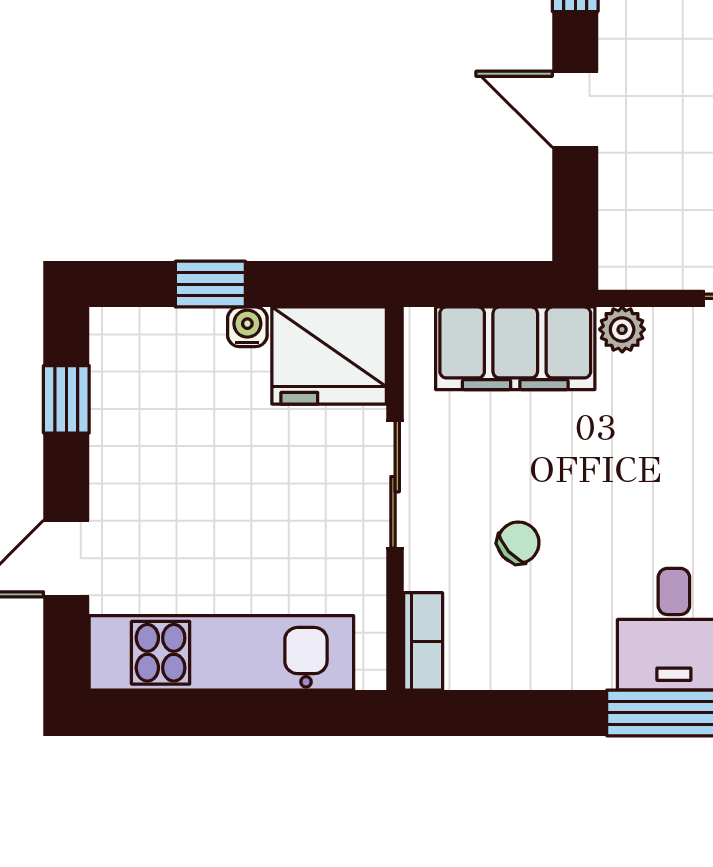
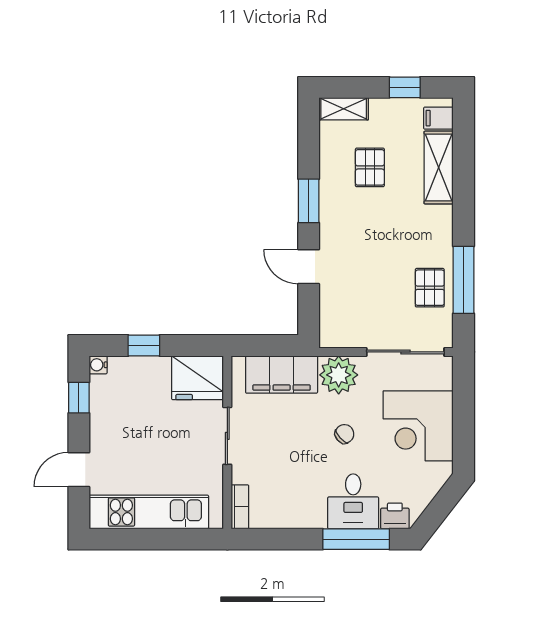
water cooler: (247, 327) -> (98, 365), moved, turned -90
plant: (622, 329) -> (339, 375), width x1.88, depth x1.88
chair: (518, 543) -> (344, 434), moved

